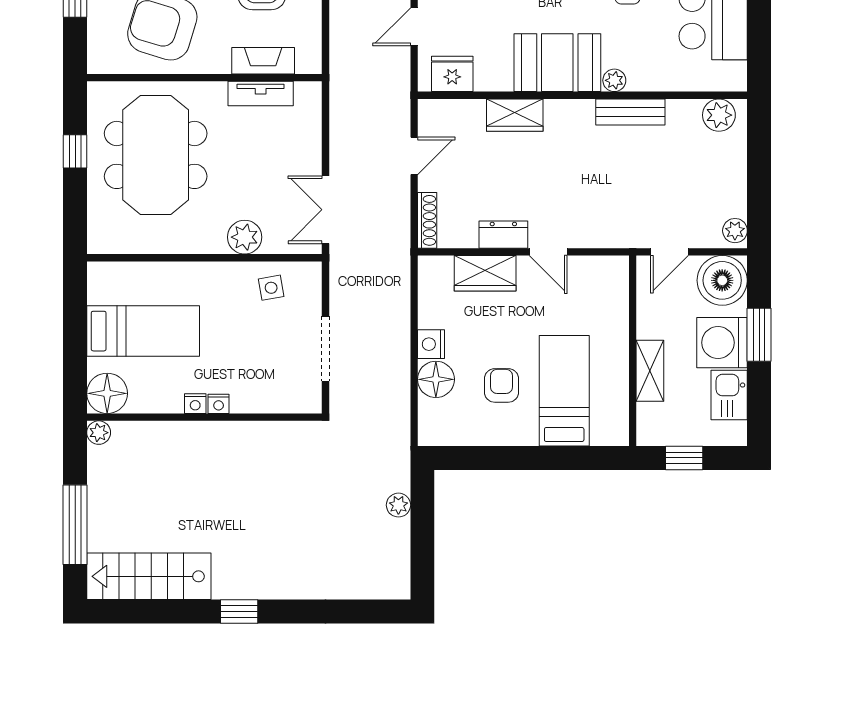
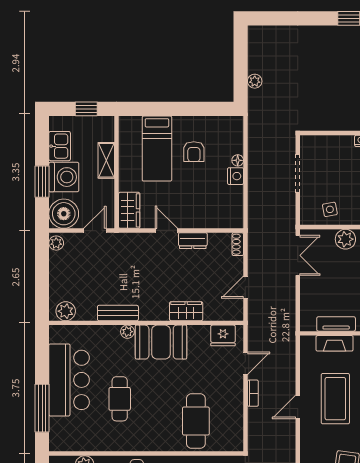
shoe rack: (427, 220) -> (238, 244), width x0.70
wardrobe: (485, 273) -> (129, 210), moved, turned 90
floor lamp: (436, 379) -> (238, 160), width x0.53, depth x0.53

